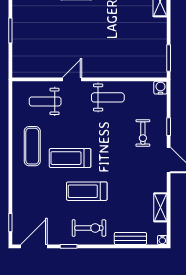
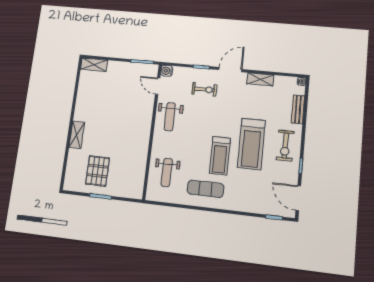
pallet: (38, 23) -> (98, 171), added
door: (72, 79) -> (158, 86), moved
weight bench: (108, 97) -> (170, 117), turned 180
treadmill: (87, 191) -> (251, 144), width x1.37, depth x1.38
shelving: (160, 207) -> (260, 79), moved
exercise bike: (89, 228) -> (285, 146), turned 180

